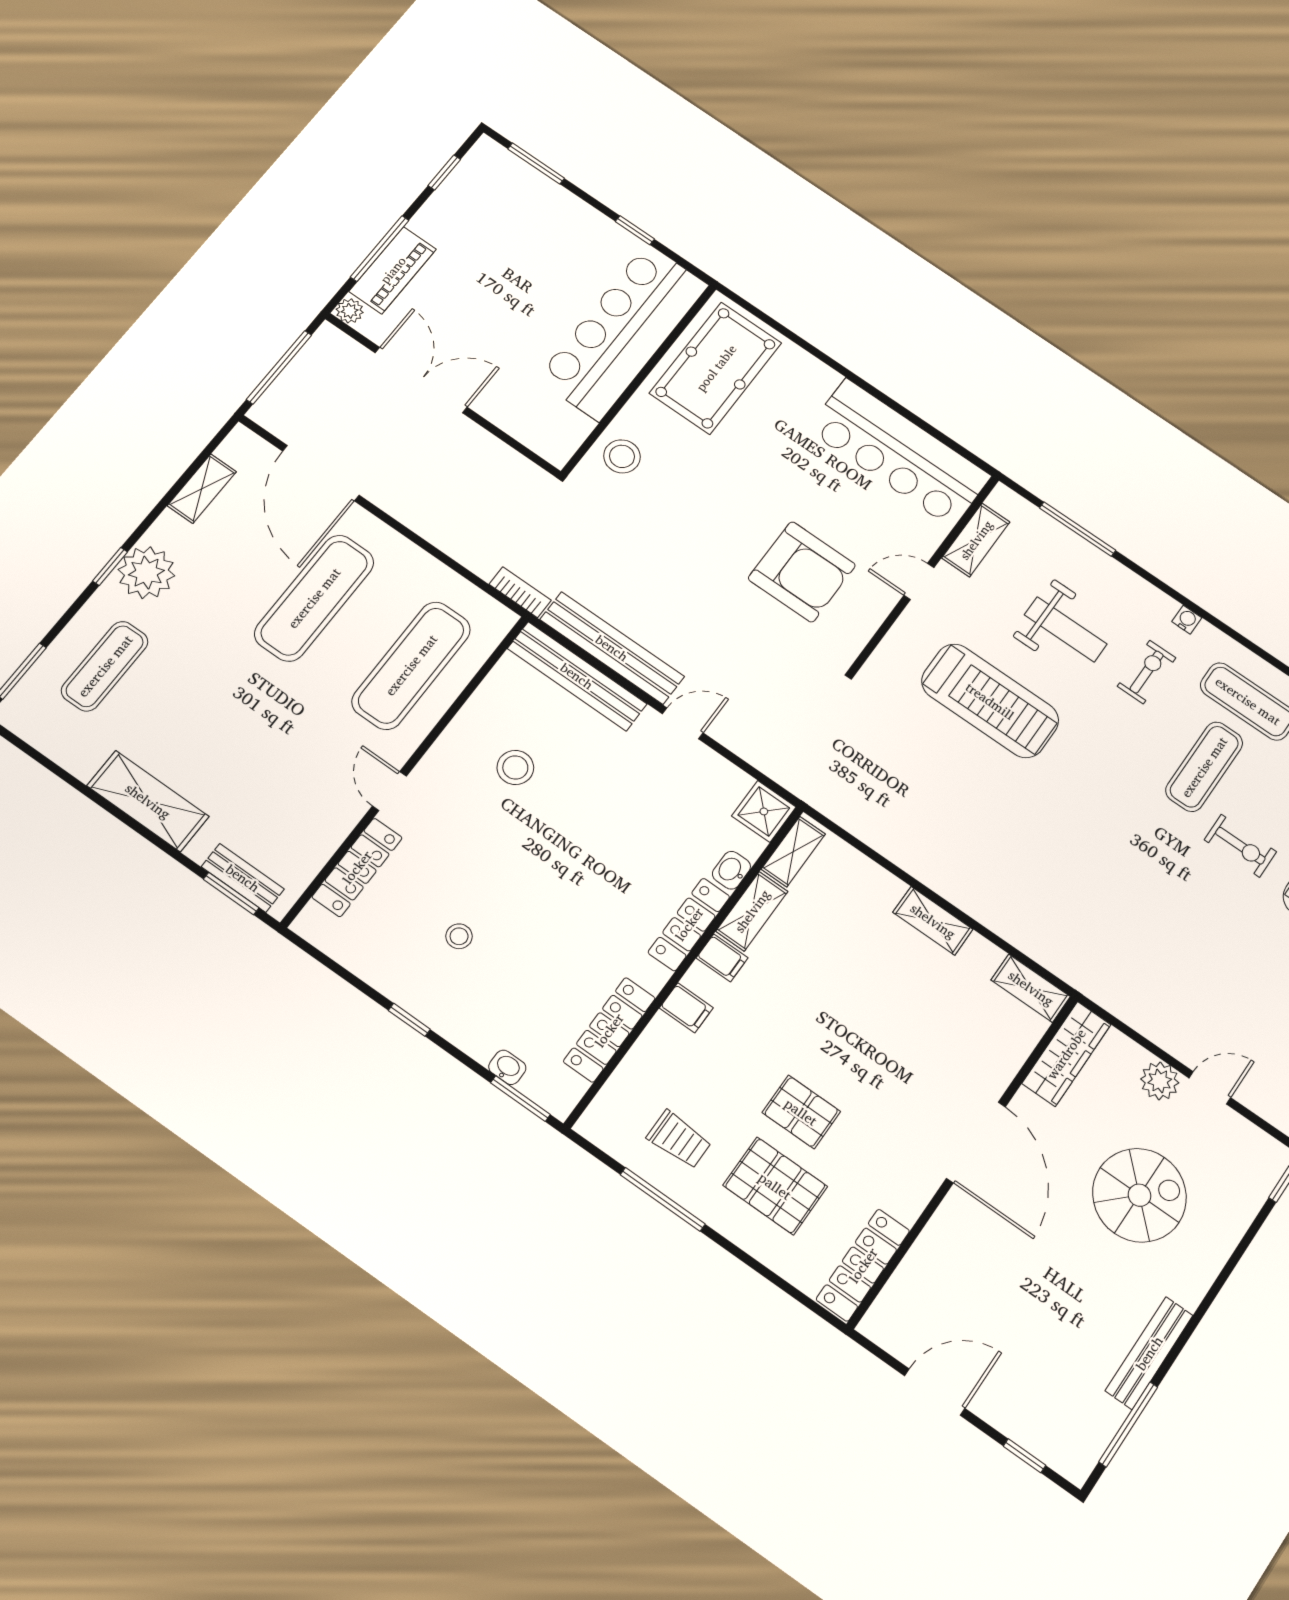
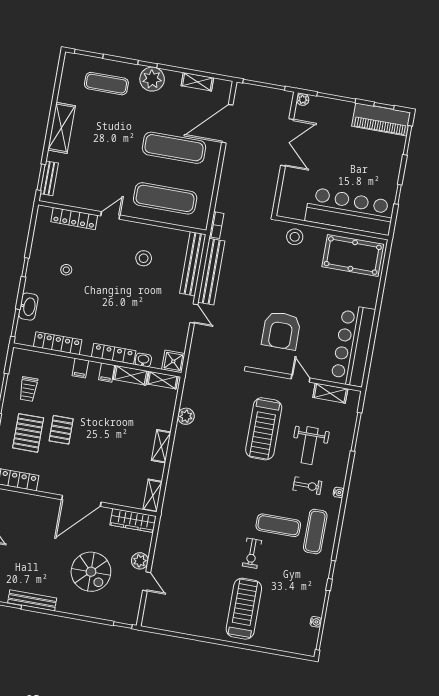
piano: (393, 270) -> (381, 119), moved, width x1.37, depth x1.33
plant: (892, 841) -> (186, 416), added
washbasin: (507, 1067) -> (28, 307), width x1.91, depth x1.45

